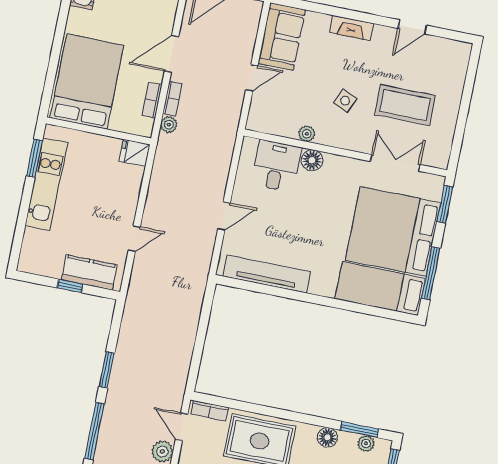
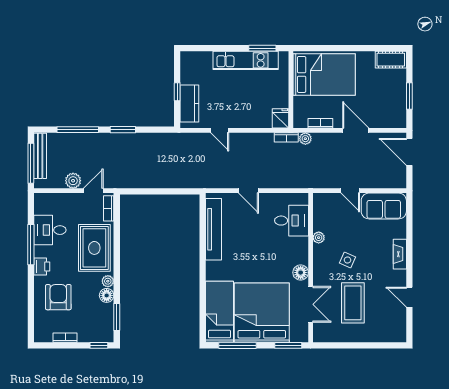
bookcase: (172, 98) -> (286, 137), moved
floor lamp: (312, 160) -> (301, 273), moved
plant: (366, 443) -> (108, 281), moved

